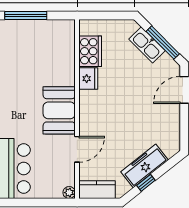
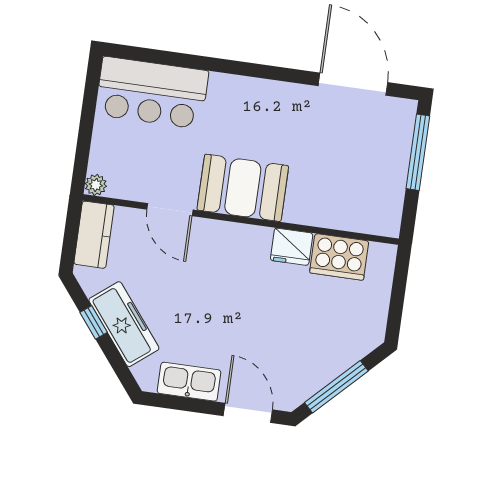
kitchen sink: (147, 45) -> (189, 382), moved, turned 45

